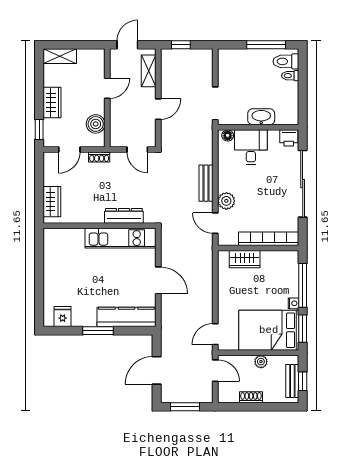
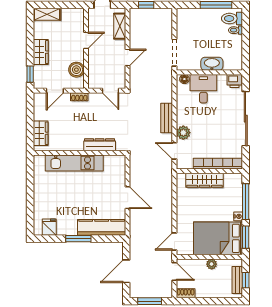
kitchen unit: (120, 238) -> (74, 163), moved
wardrobe: (245, 259) -> (204, 180), width x1.50
shoe rack: (251, 397) -> (186, 293), moved

